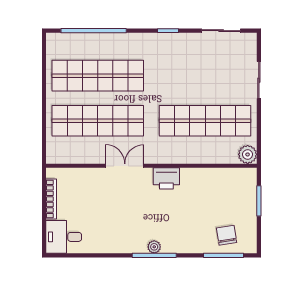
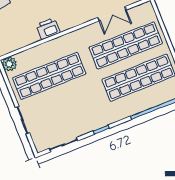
double door: (125, 166) -> (112, 14), moved
printer: (166, 178) -> (48, 29), moved

